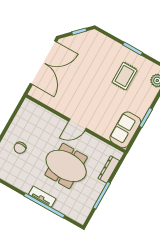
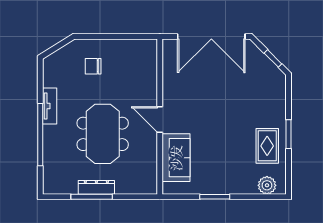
rug: (124, 76) -> (267, 146), moved, turned 90
sofa: (125, 130) -> (176, 158), moved, turned 90
dresser: (109, 169) -> (96, 187), moved
tv unit: (42, 197) -> (50, 106), moved

